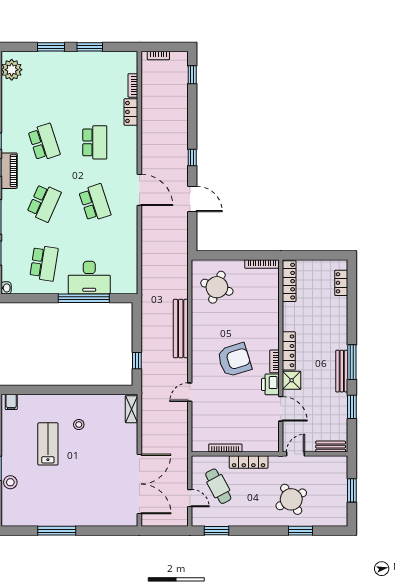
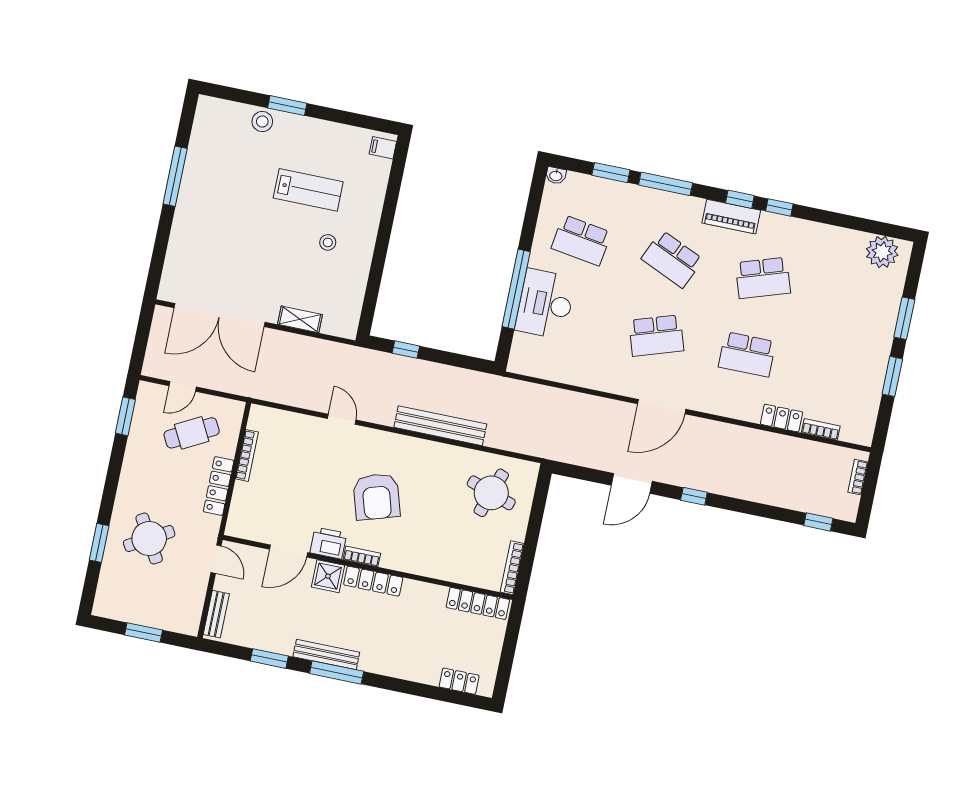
shelving: (132, 409) -> (300, 319), moved

